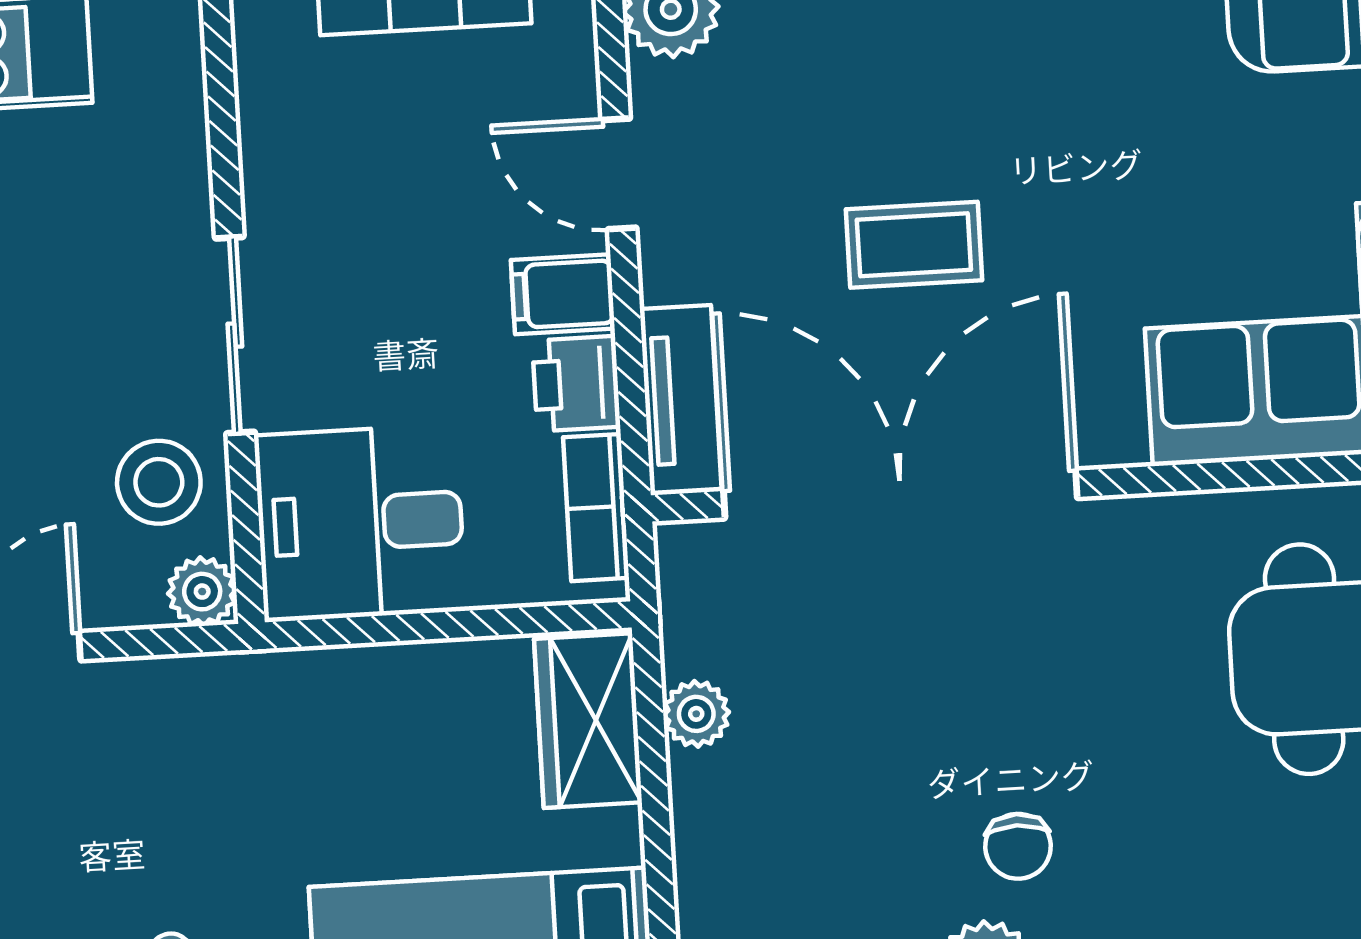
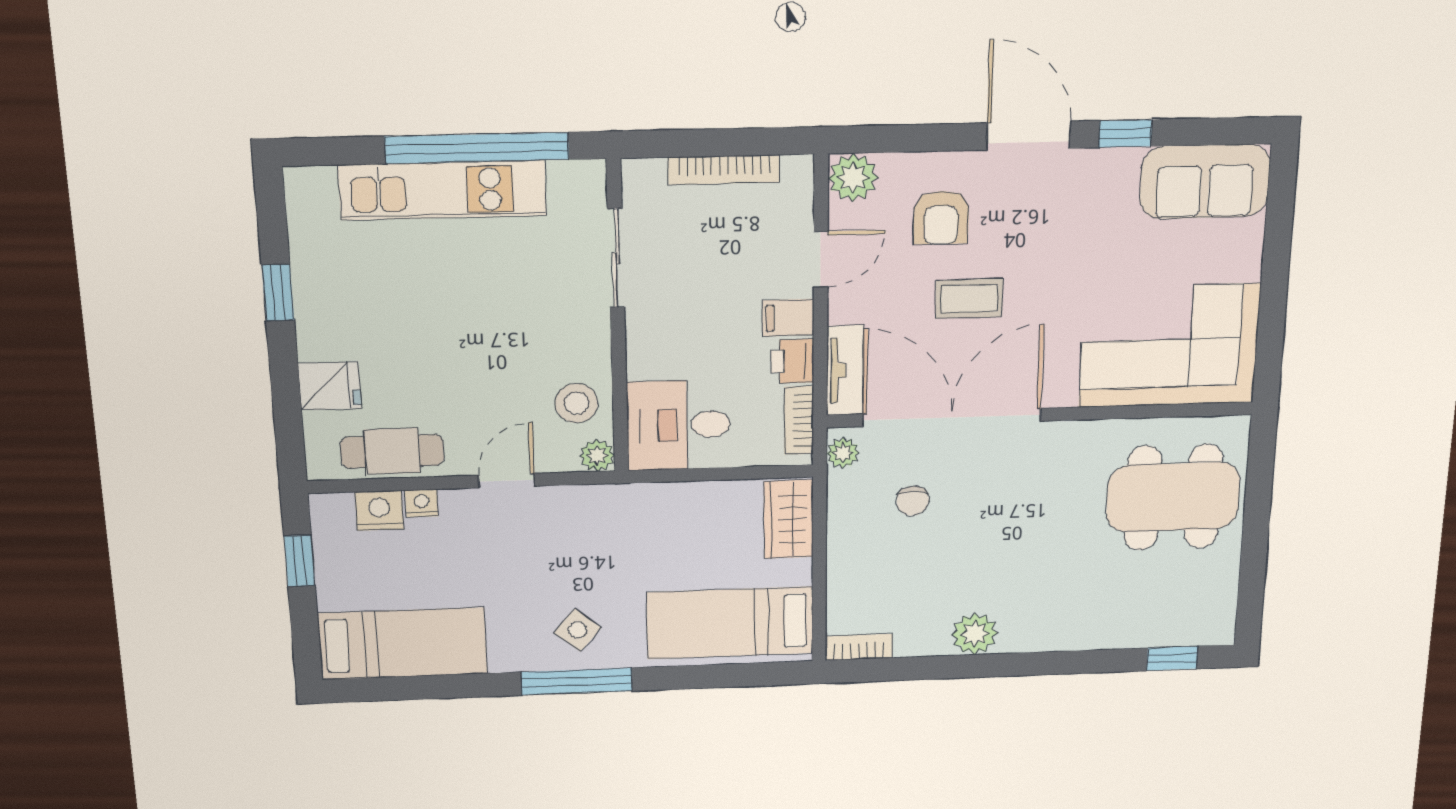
armchair: (846, 83) -> (941, 218), added
door: (619, 174) -> (821, 259), swing flipped
sliding door: (235, 335) -> (616, 258), moved
plant: (696, 714) -> (843, 453), moved
chair: (1018, 846) -> (913, 501), moved

